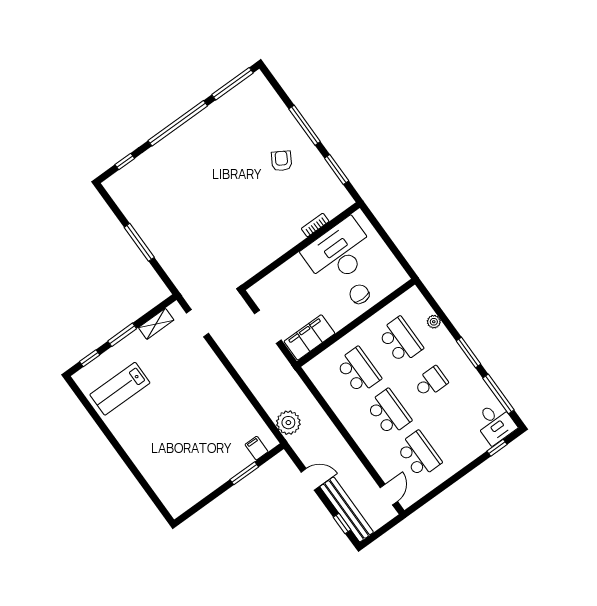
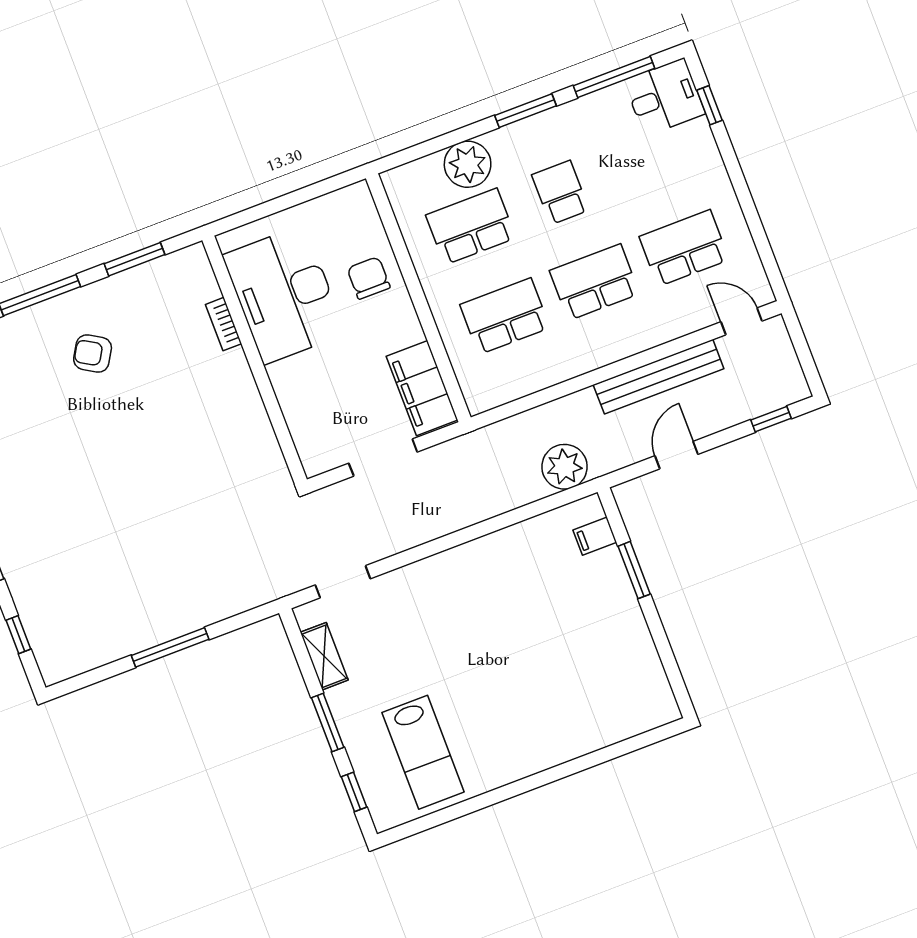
chair: (359, 294) -> (369, 278), turned 90
plant: (434, 322) -> (468, 164), width x1.88, depth x1.88
bench: (347, 509) -> (659, 377), moved

